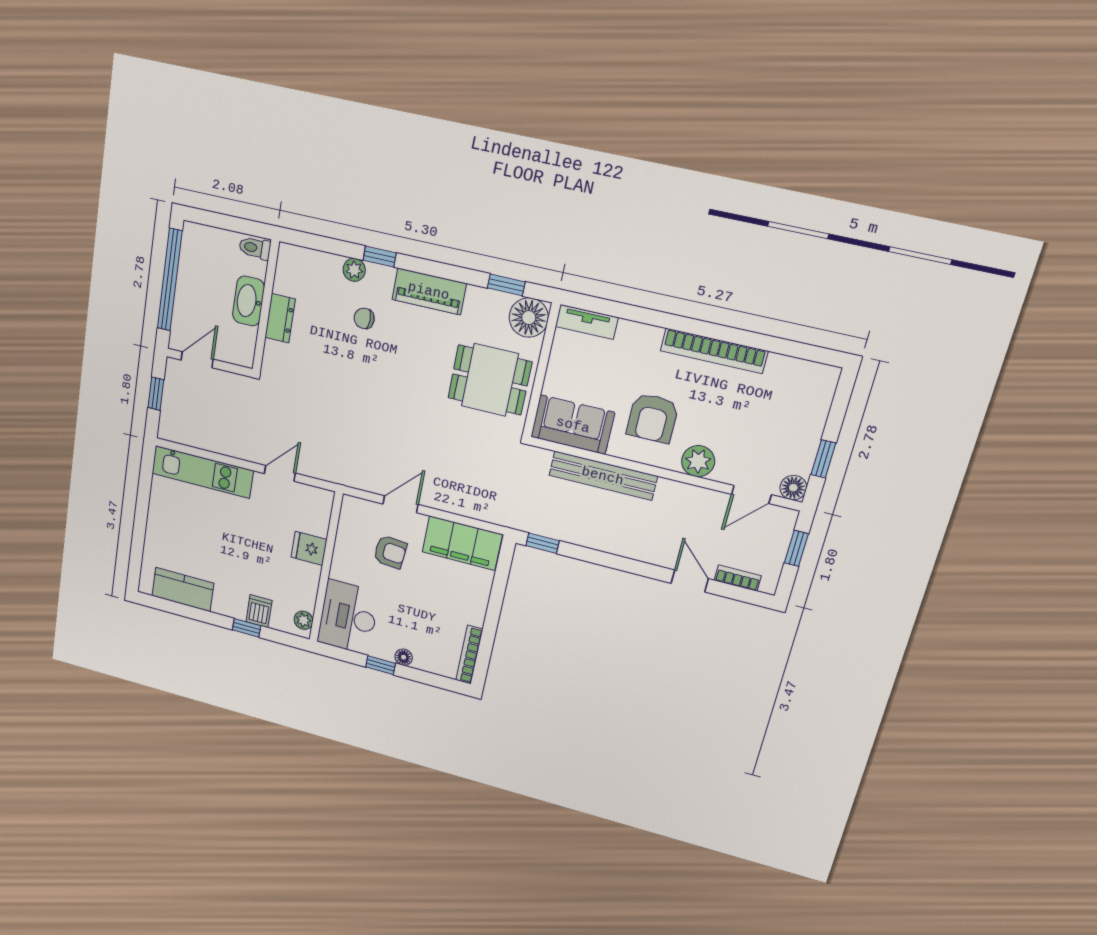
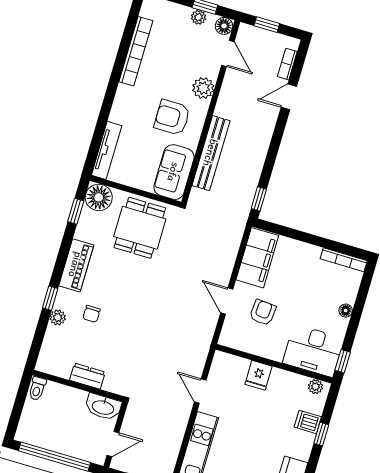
washbasin: (249, 301) -> (103, 407), moved
tv unit: (587, 322) -> (107, 150), width x1.41
bookcase: (714, 351) -> (136, 51), moved
door: (197, 360) -> (113, 444), swing flipped
armchair: (652, 418) -> (172, 117), turned 180
plant: (806, 450) -> (199, 17), added
window: (381, 665) -> (343, 361), moved

